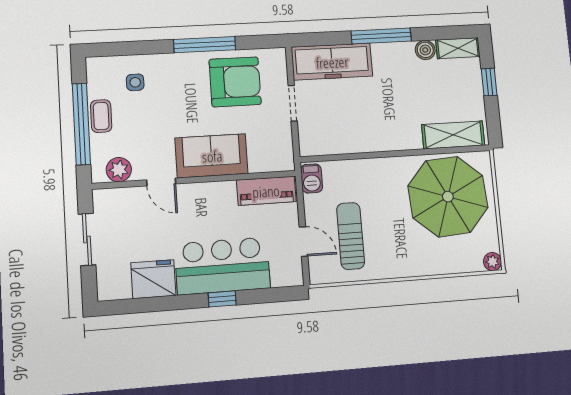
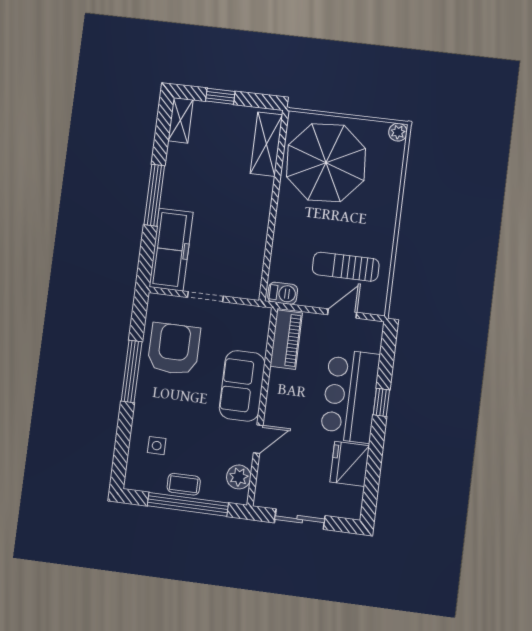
boiler: (425, 50) -> (176, 154), removed

